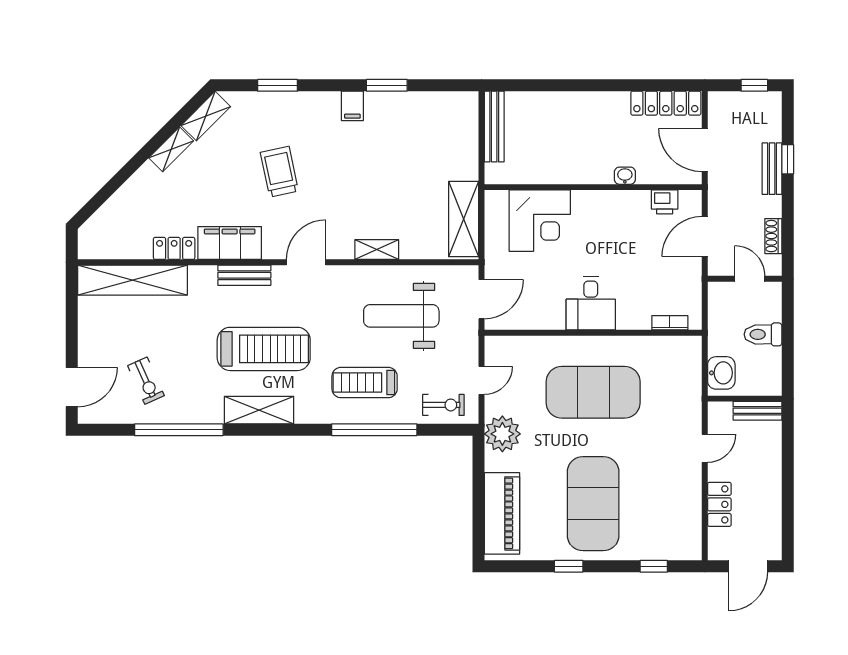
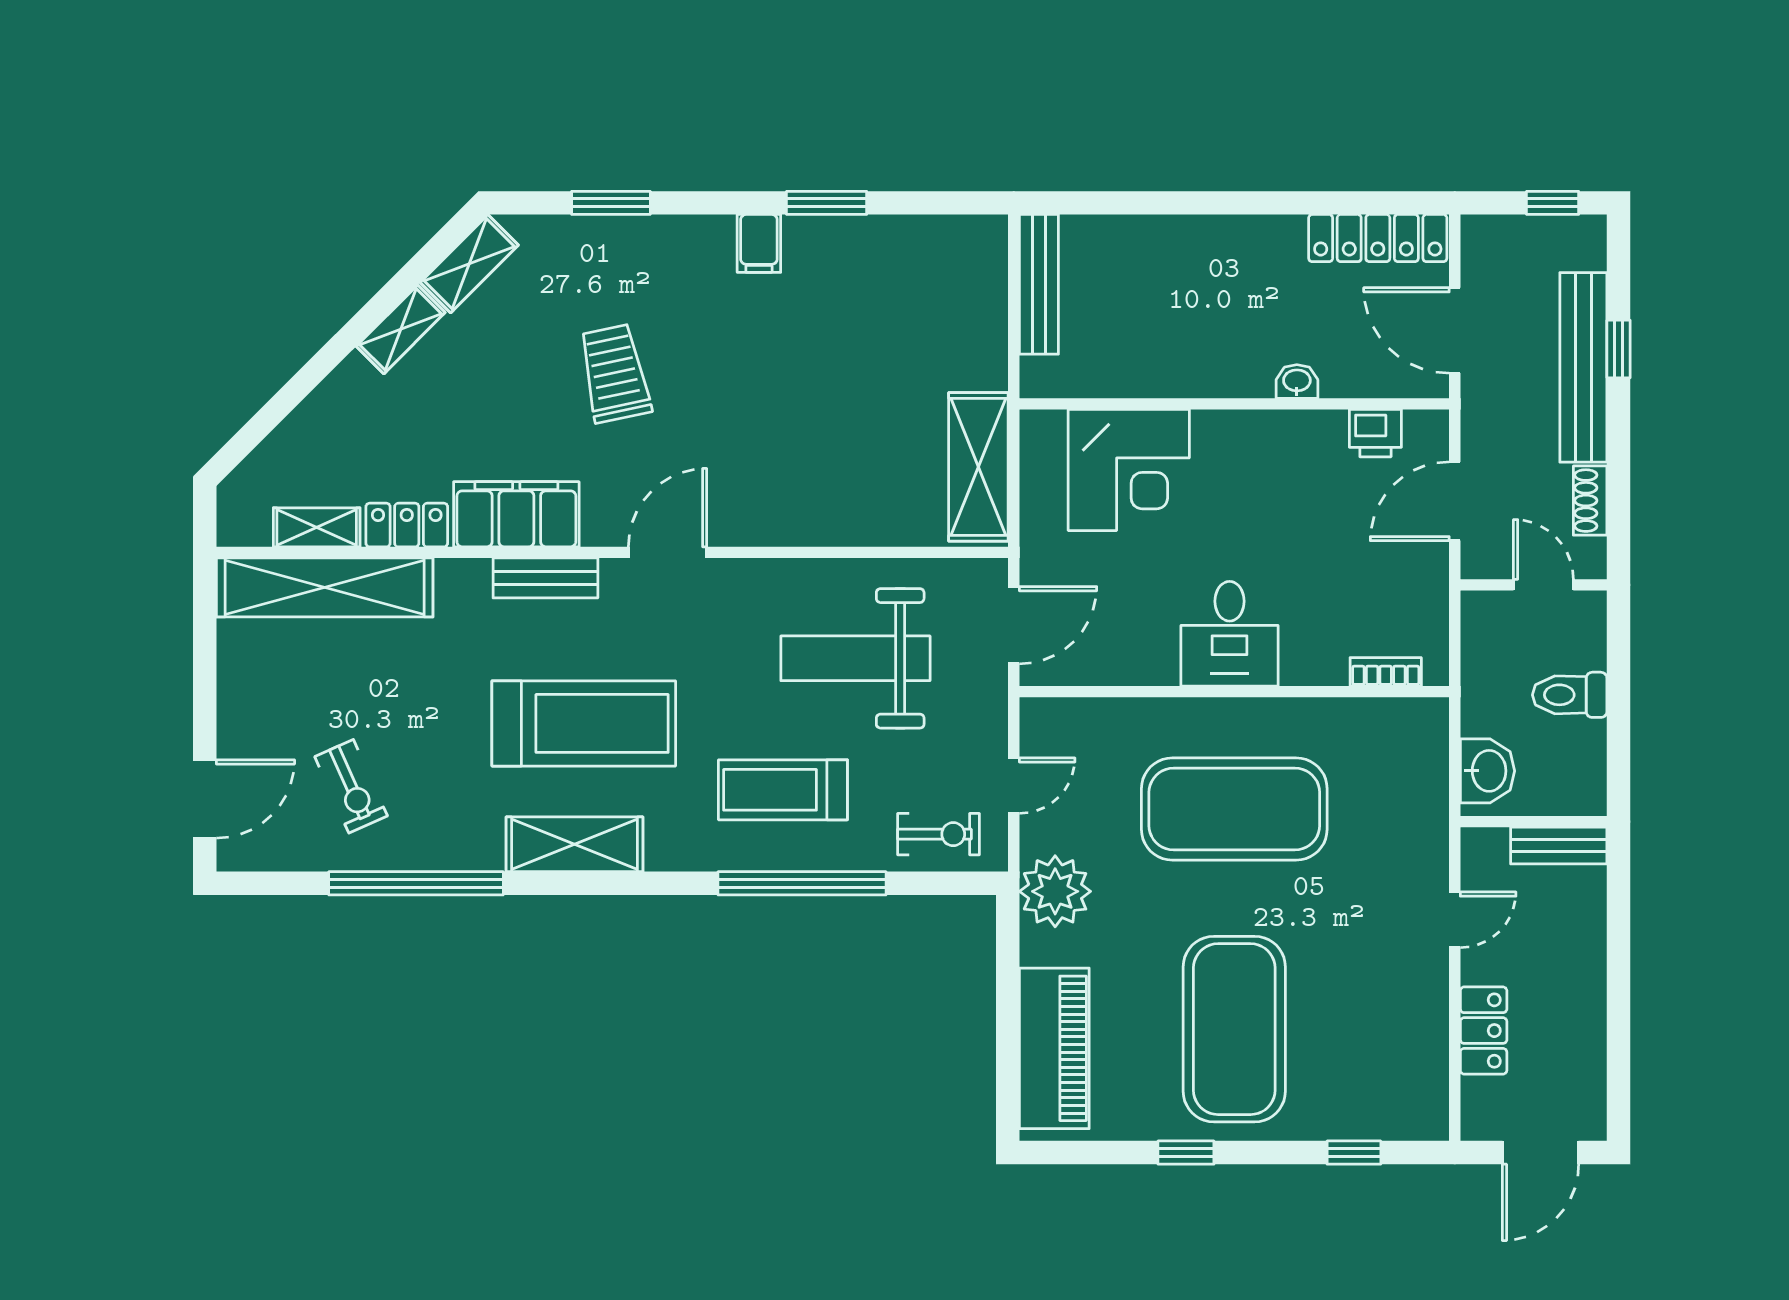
bench: (772, 169) -> (1583, 367), width x1.86, depth x1.21
shelving: (377, 250) -> (317, 527), moved

